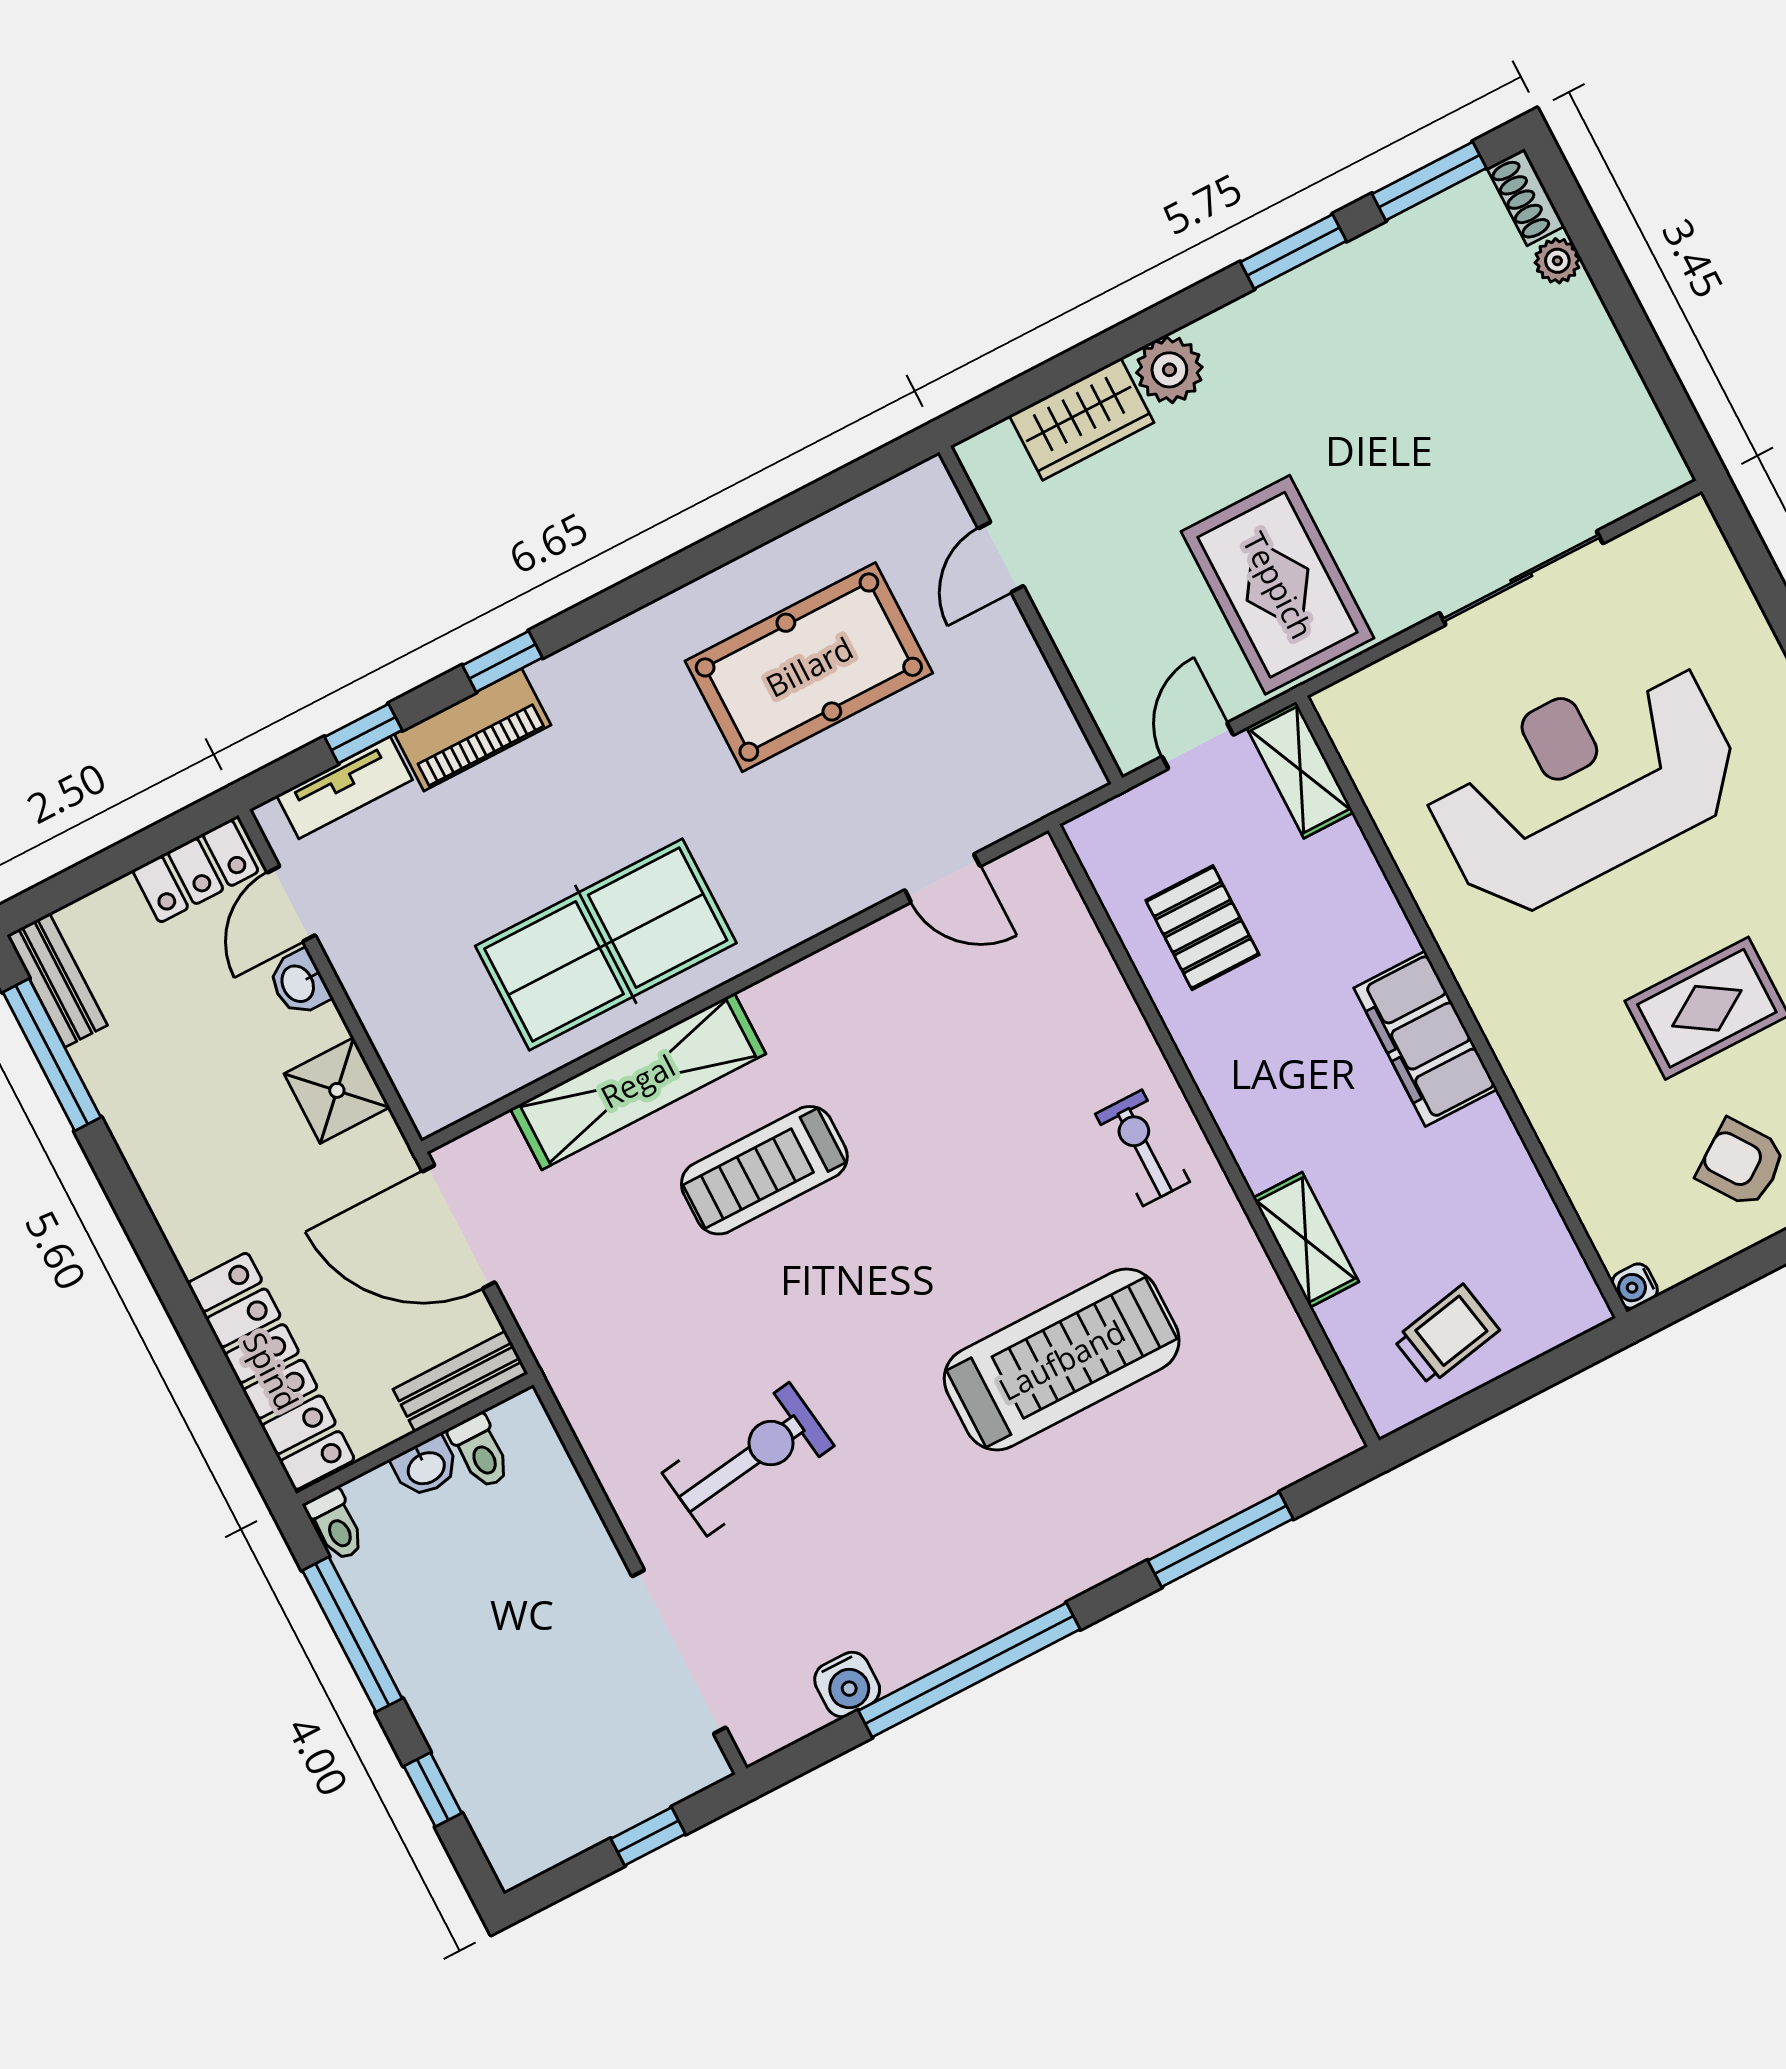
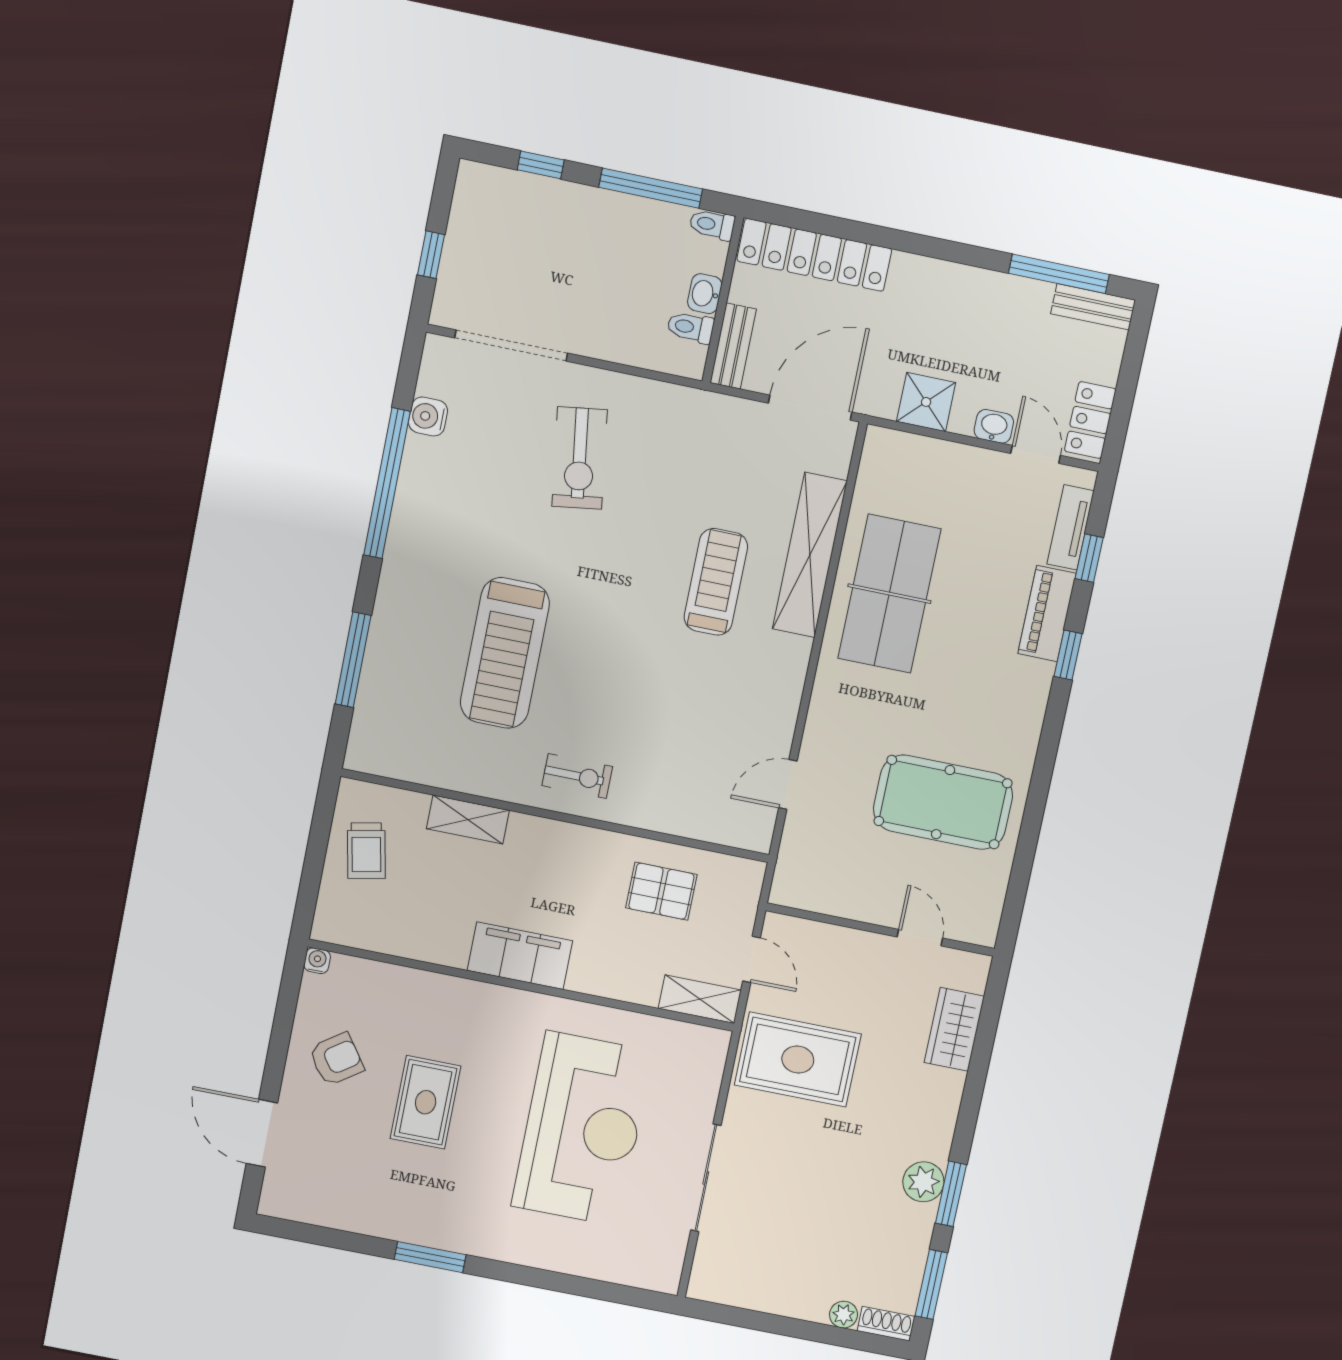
plant: (1169, 370) -> (923, 1182), moved
pool table: (809, 667) -> (943, 802), turned 90

